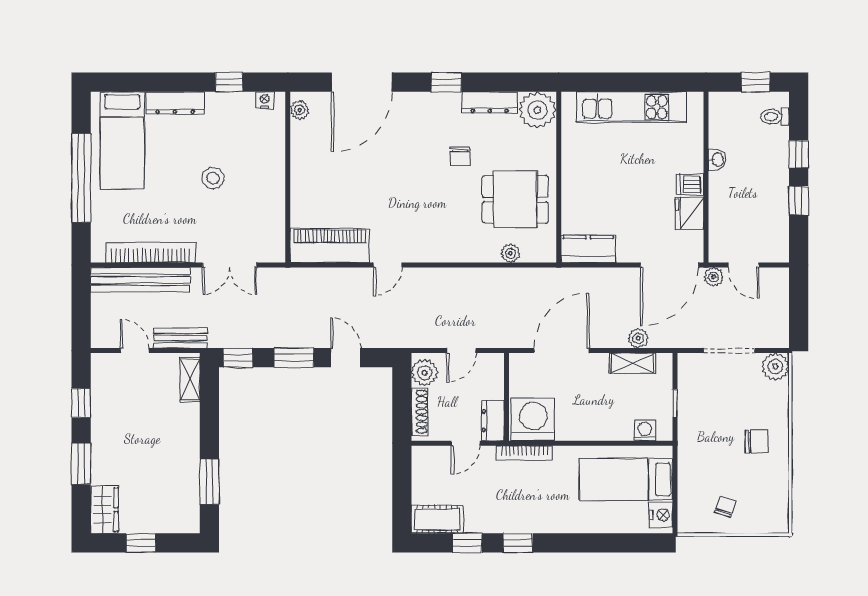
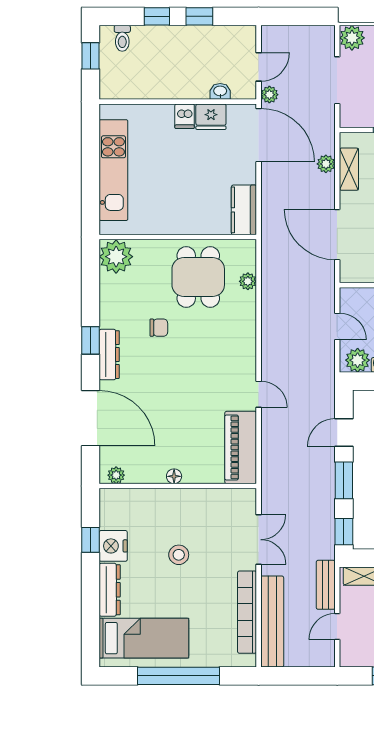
nightstand: (265, 100) -> (113, 546), moved, width x1.89, depth x1.79
dresser: (490, 102) -> (109, 355), moved
washbasin: (717, 160) -> (220, 91), moved
floor lamp: (298, 173) -> (174, 476), added

